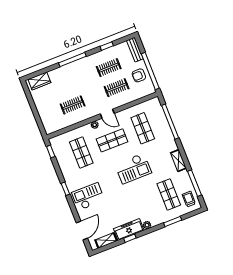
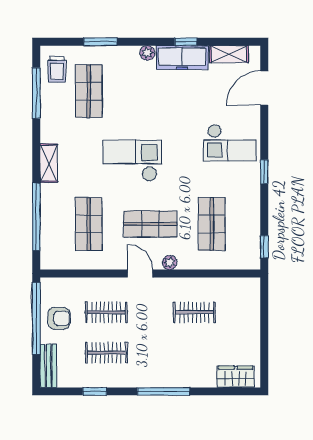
shelving: (178, 161) -> (49, 163), moved

